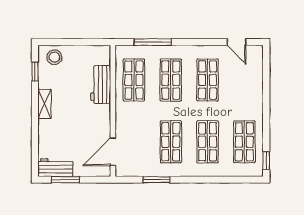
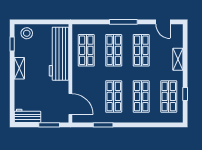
window: (153, 42) -> (123, 22), moved
workbench: (101, 84) -> (59, 54), width x1.88, depth x1.32
shelving: (257, 92) -> (178, 59), added
door: (113, 152) -> (70, 104), swing flipped
window: (266, 160) -> (185, 94), moved
window: (65, 180) -> (49, 125), moved

